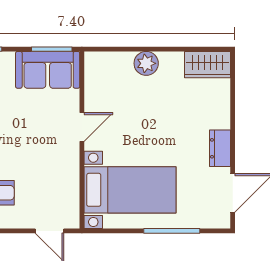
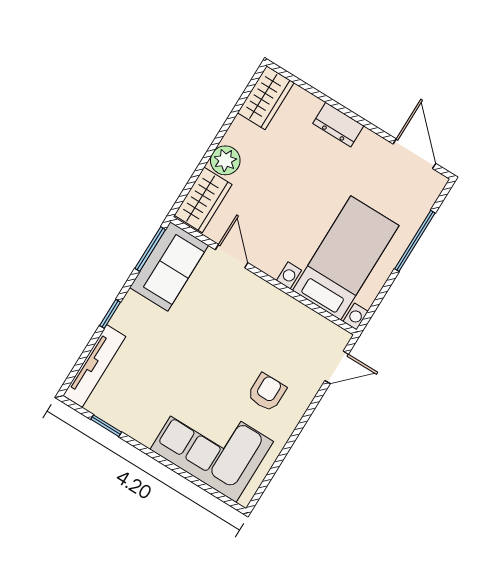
wardrobe: (109, 65) -> (203, 200), added
door: (82, 127) -> (232, 256), moved
dresser: (220, 148) -> (338, 125), moved

